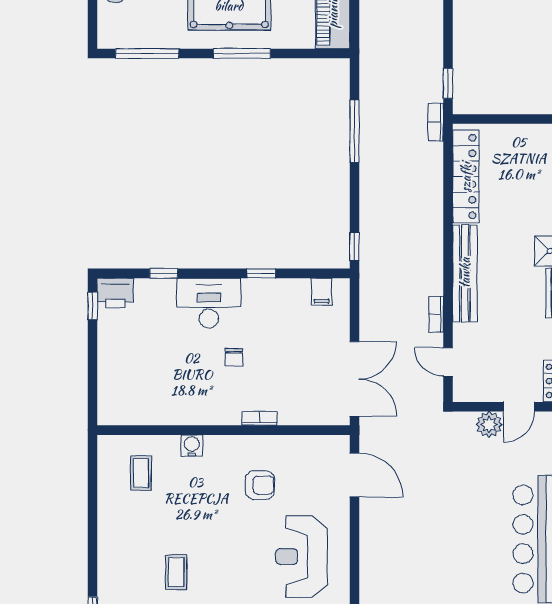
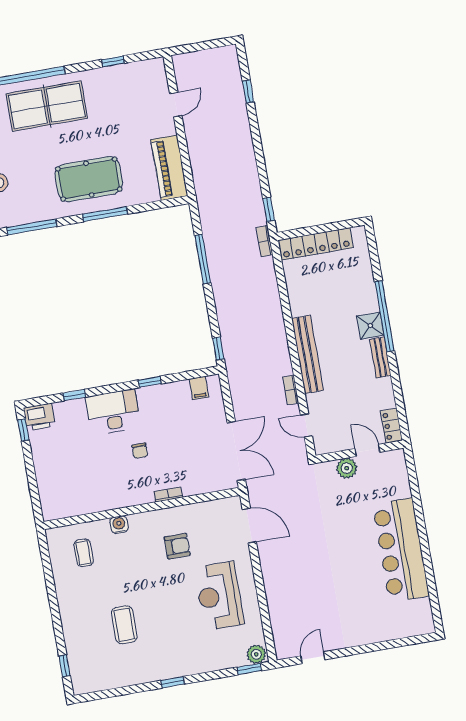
locker: (466, 177) -> (316, 244), moved, turned 90
door: (519, 407) -> (367, 450), swing flipped
coffee table: (176, 572) -> (124, 625), width x1.36, depth x1.30

